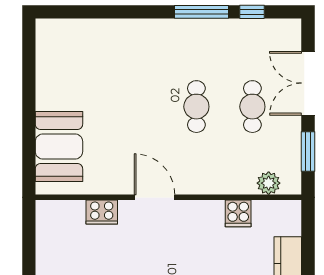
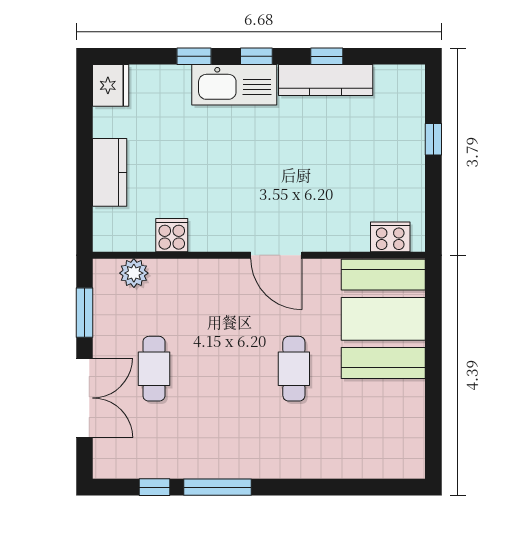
cafe table: (196, 107) -> (294, 369), moved
booth: (59, 146) -> (383, 319), width x1.36, depth x1.42
cooker: (102, 212) -> (390, 237), moved

